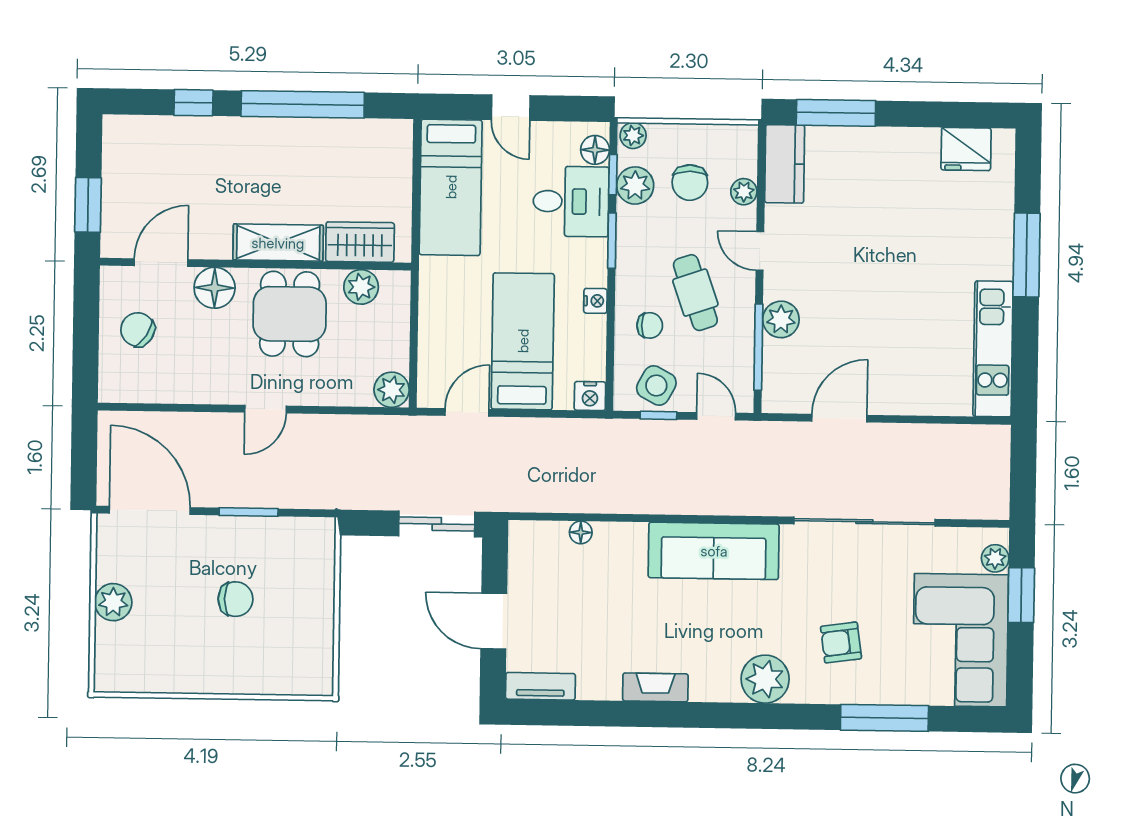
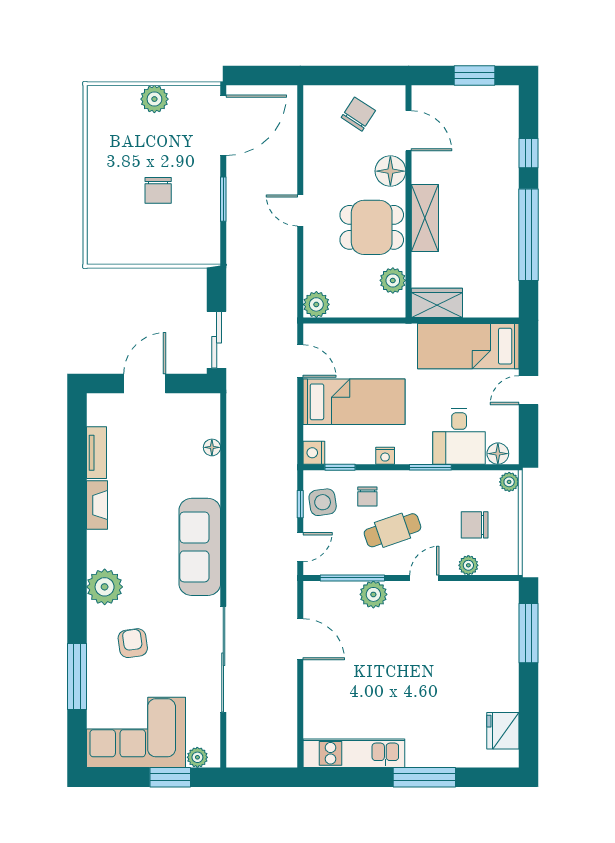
kitchen counter: (785, 164) -> (490, 595), removed
window: (613, 175) -> (340, 467), moved
plant: (635, 185) -> (472, 484), removed
window: (88, 205) -> (475, 76), moved
wardrobe: (360, 242) -> (437, 303), moved, turned -90
side table: (656, 385) -> (323, 502), turned -36
tv unit: (540, 686) -> (97, 453), moved

